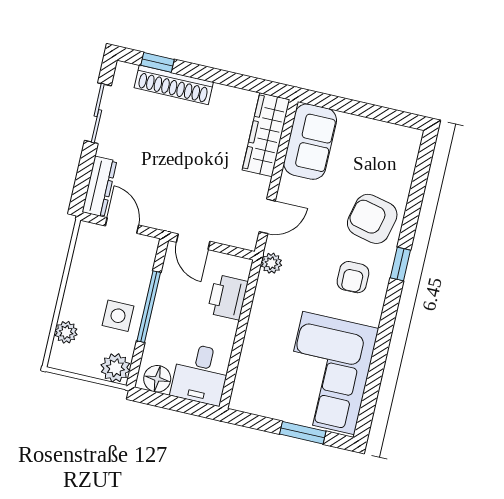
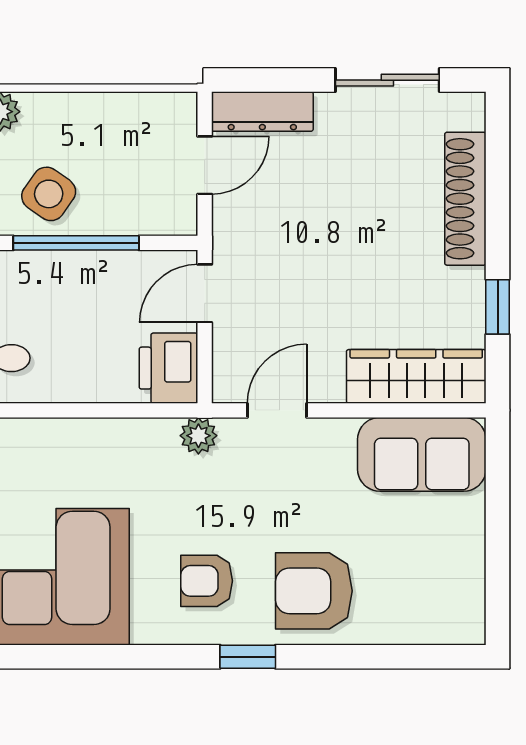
window: (158, 62) -> (498, 307), moved
door: (267, 216) -> (277, 410), swing flipped
armchair: (372, 219) -> (314, 591), turned -103
printer: (228, 297) -> (168, 368), moved, turned -90
side table: (118, 316) -> (49, 194), turned 35

